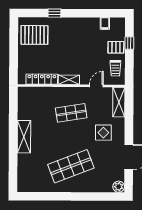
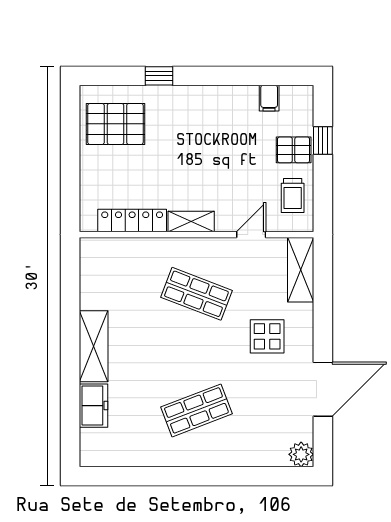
shop shelf: (71, 113) -> (196, 294), turned 30
freezer: (24, 164) -> (93, 406), added
shop shelf: (71, 166) -> (196, 410), width x0.70, depth x0.74

